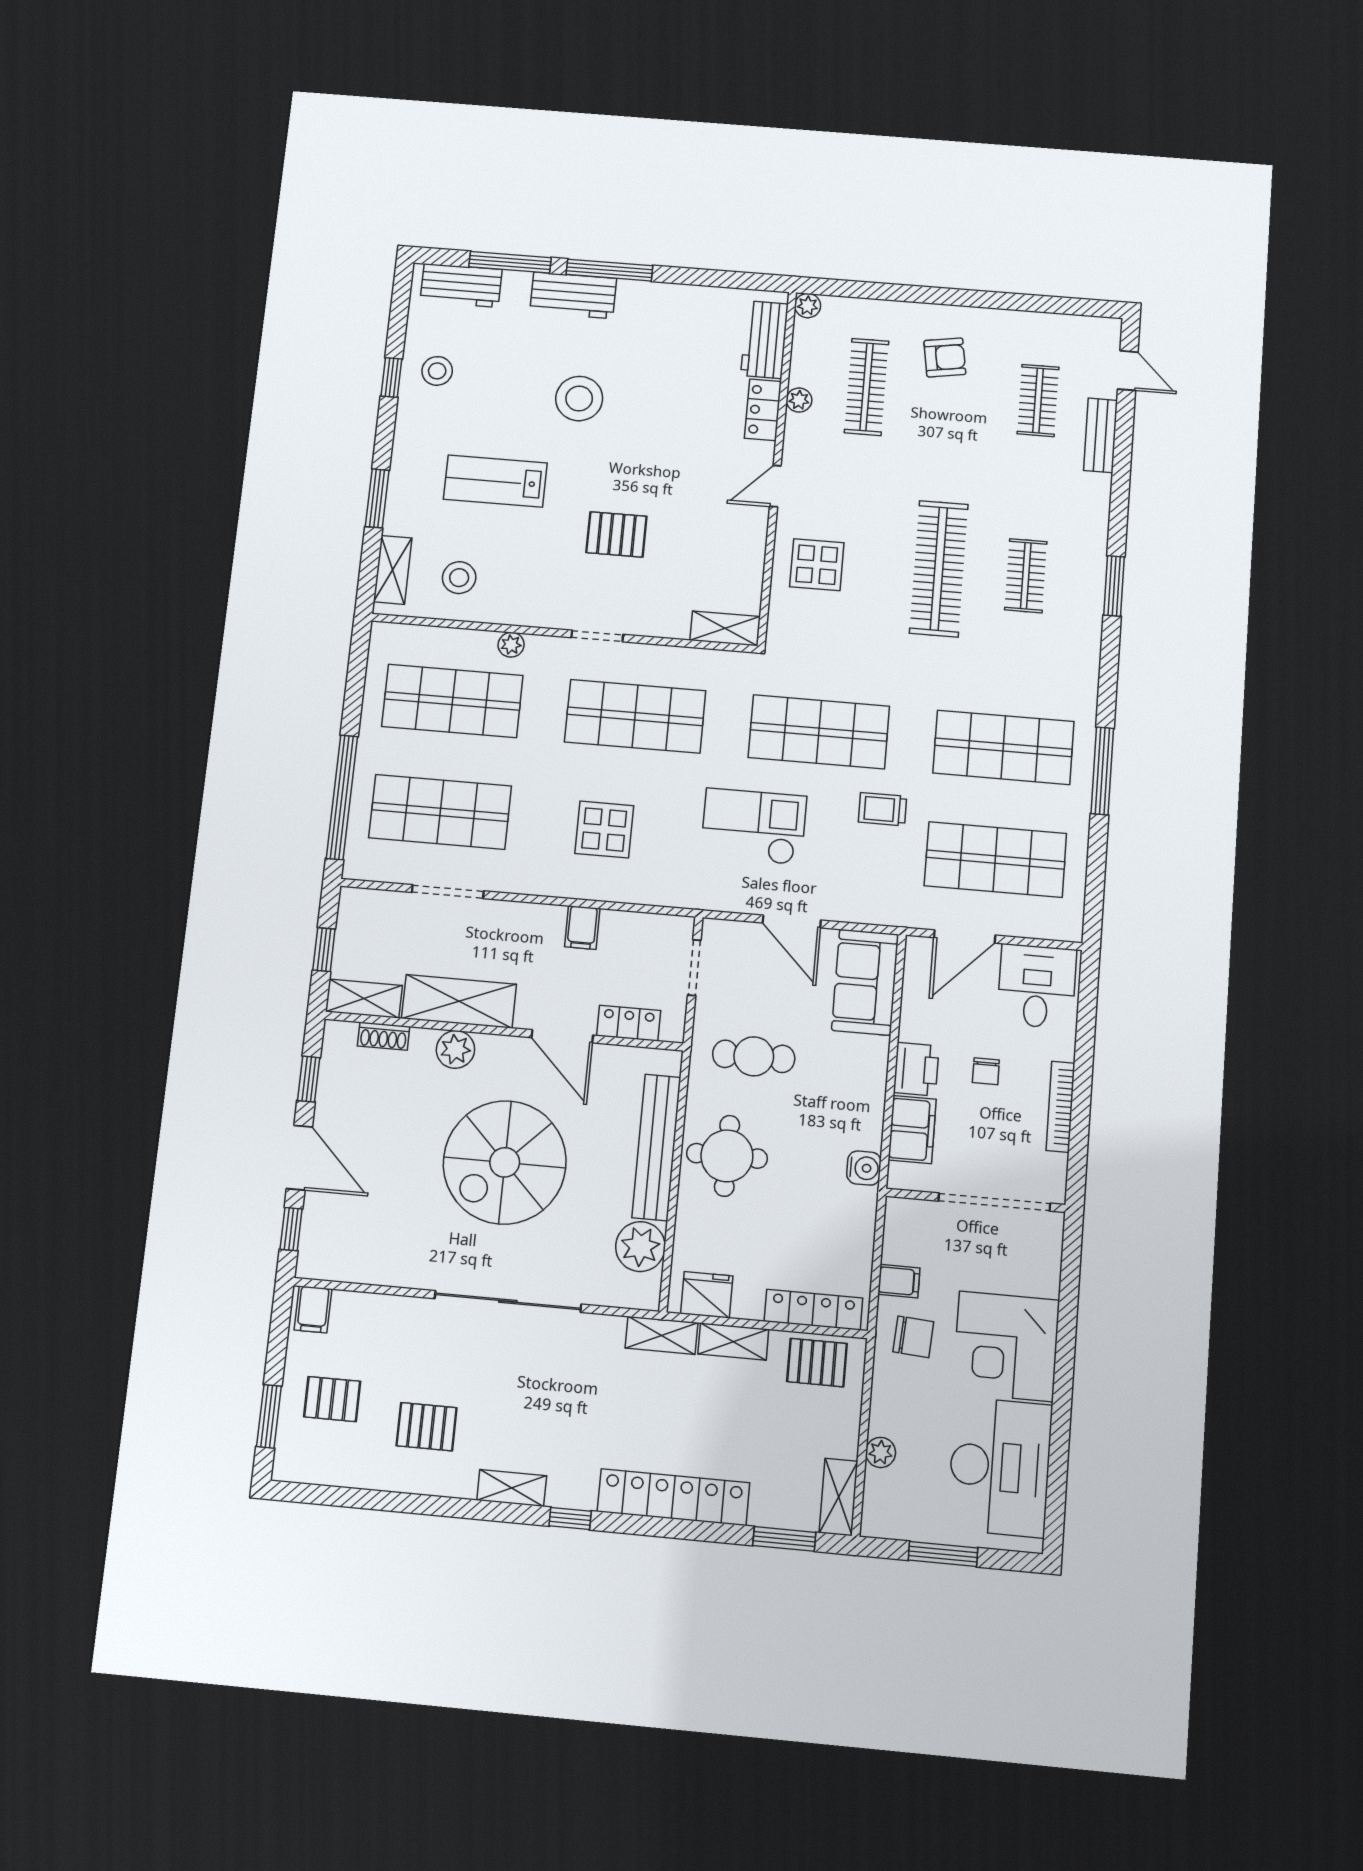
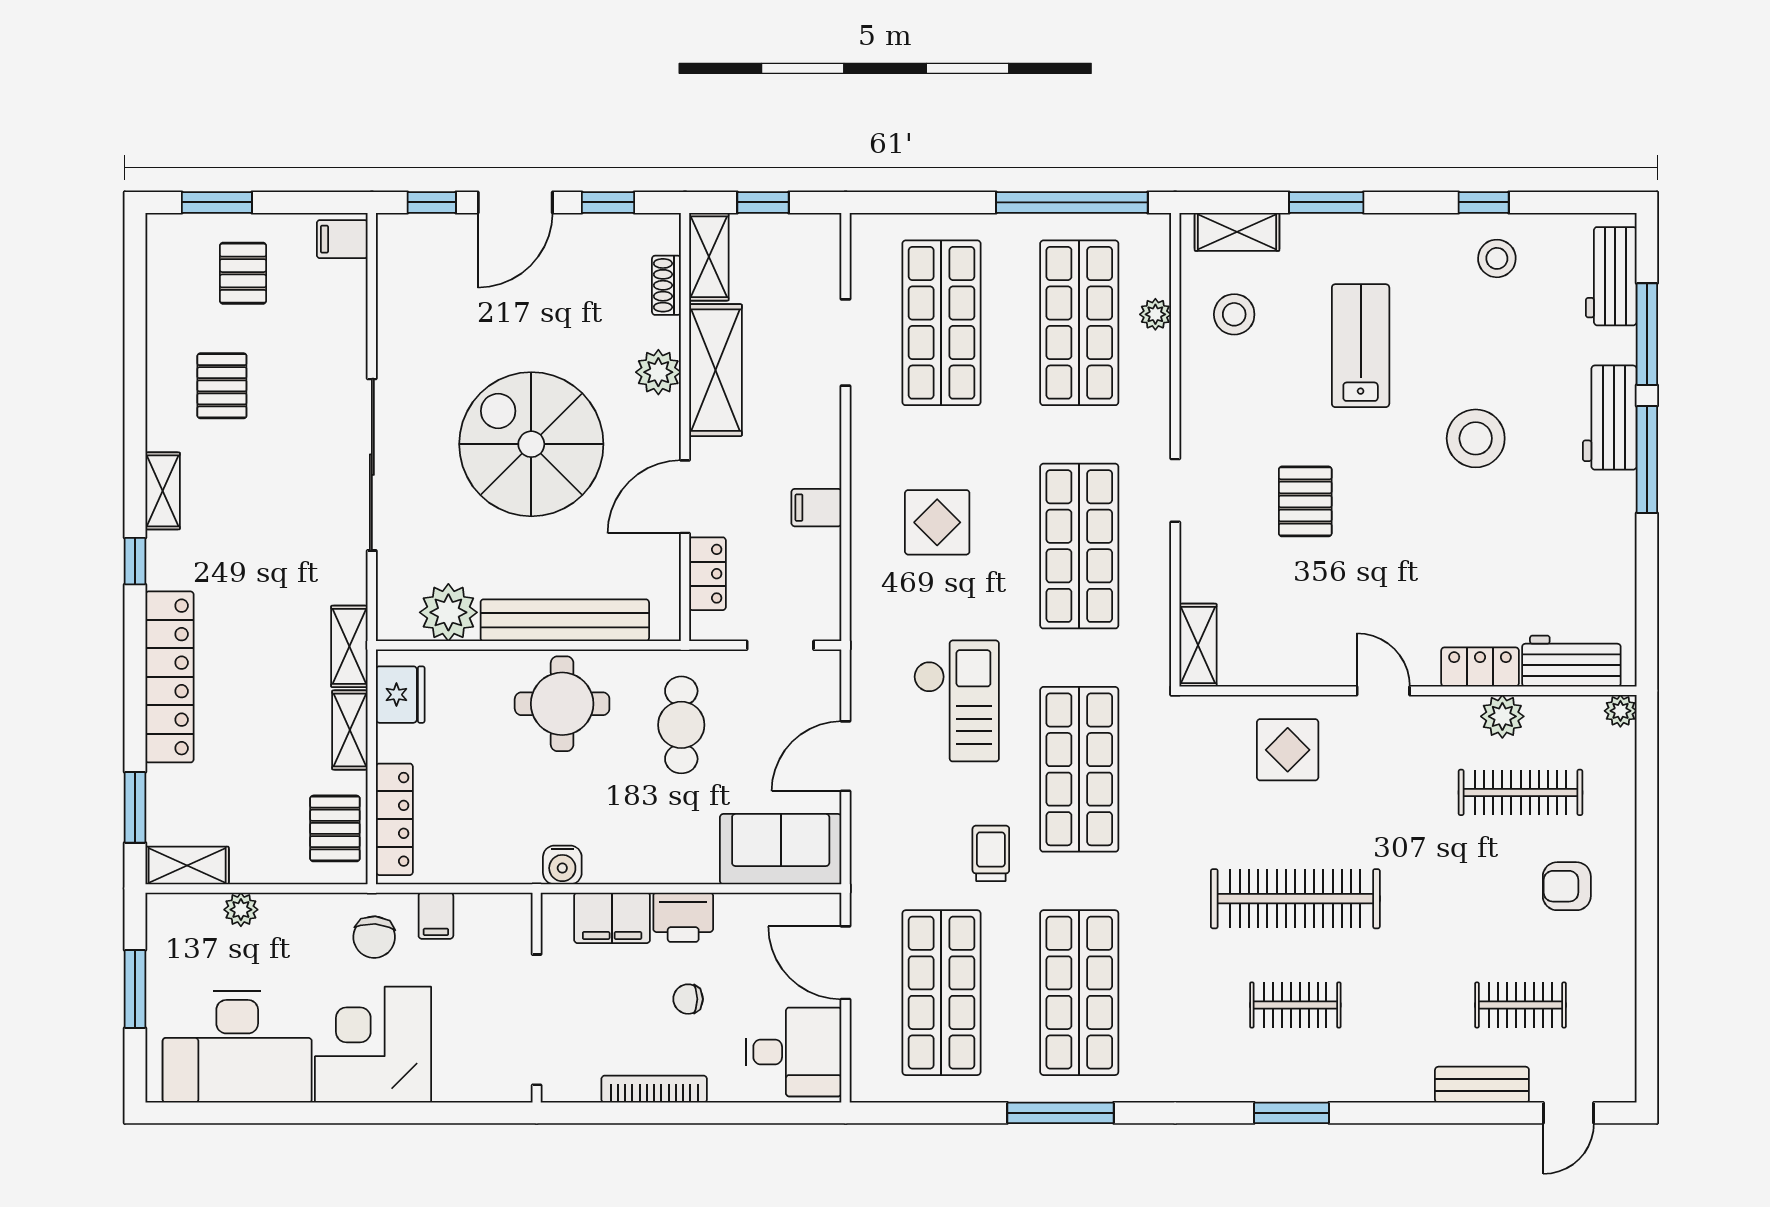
armchair: (945, 357) -> (1567, 886), turned 99
plant: (799, 400) -> (1502, 716), width x1.38, depth x1.38
plant: (511, 645) -> (1155, 314), moved
window: (342, 797) -> (1072, 202), moved

